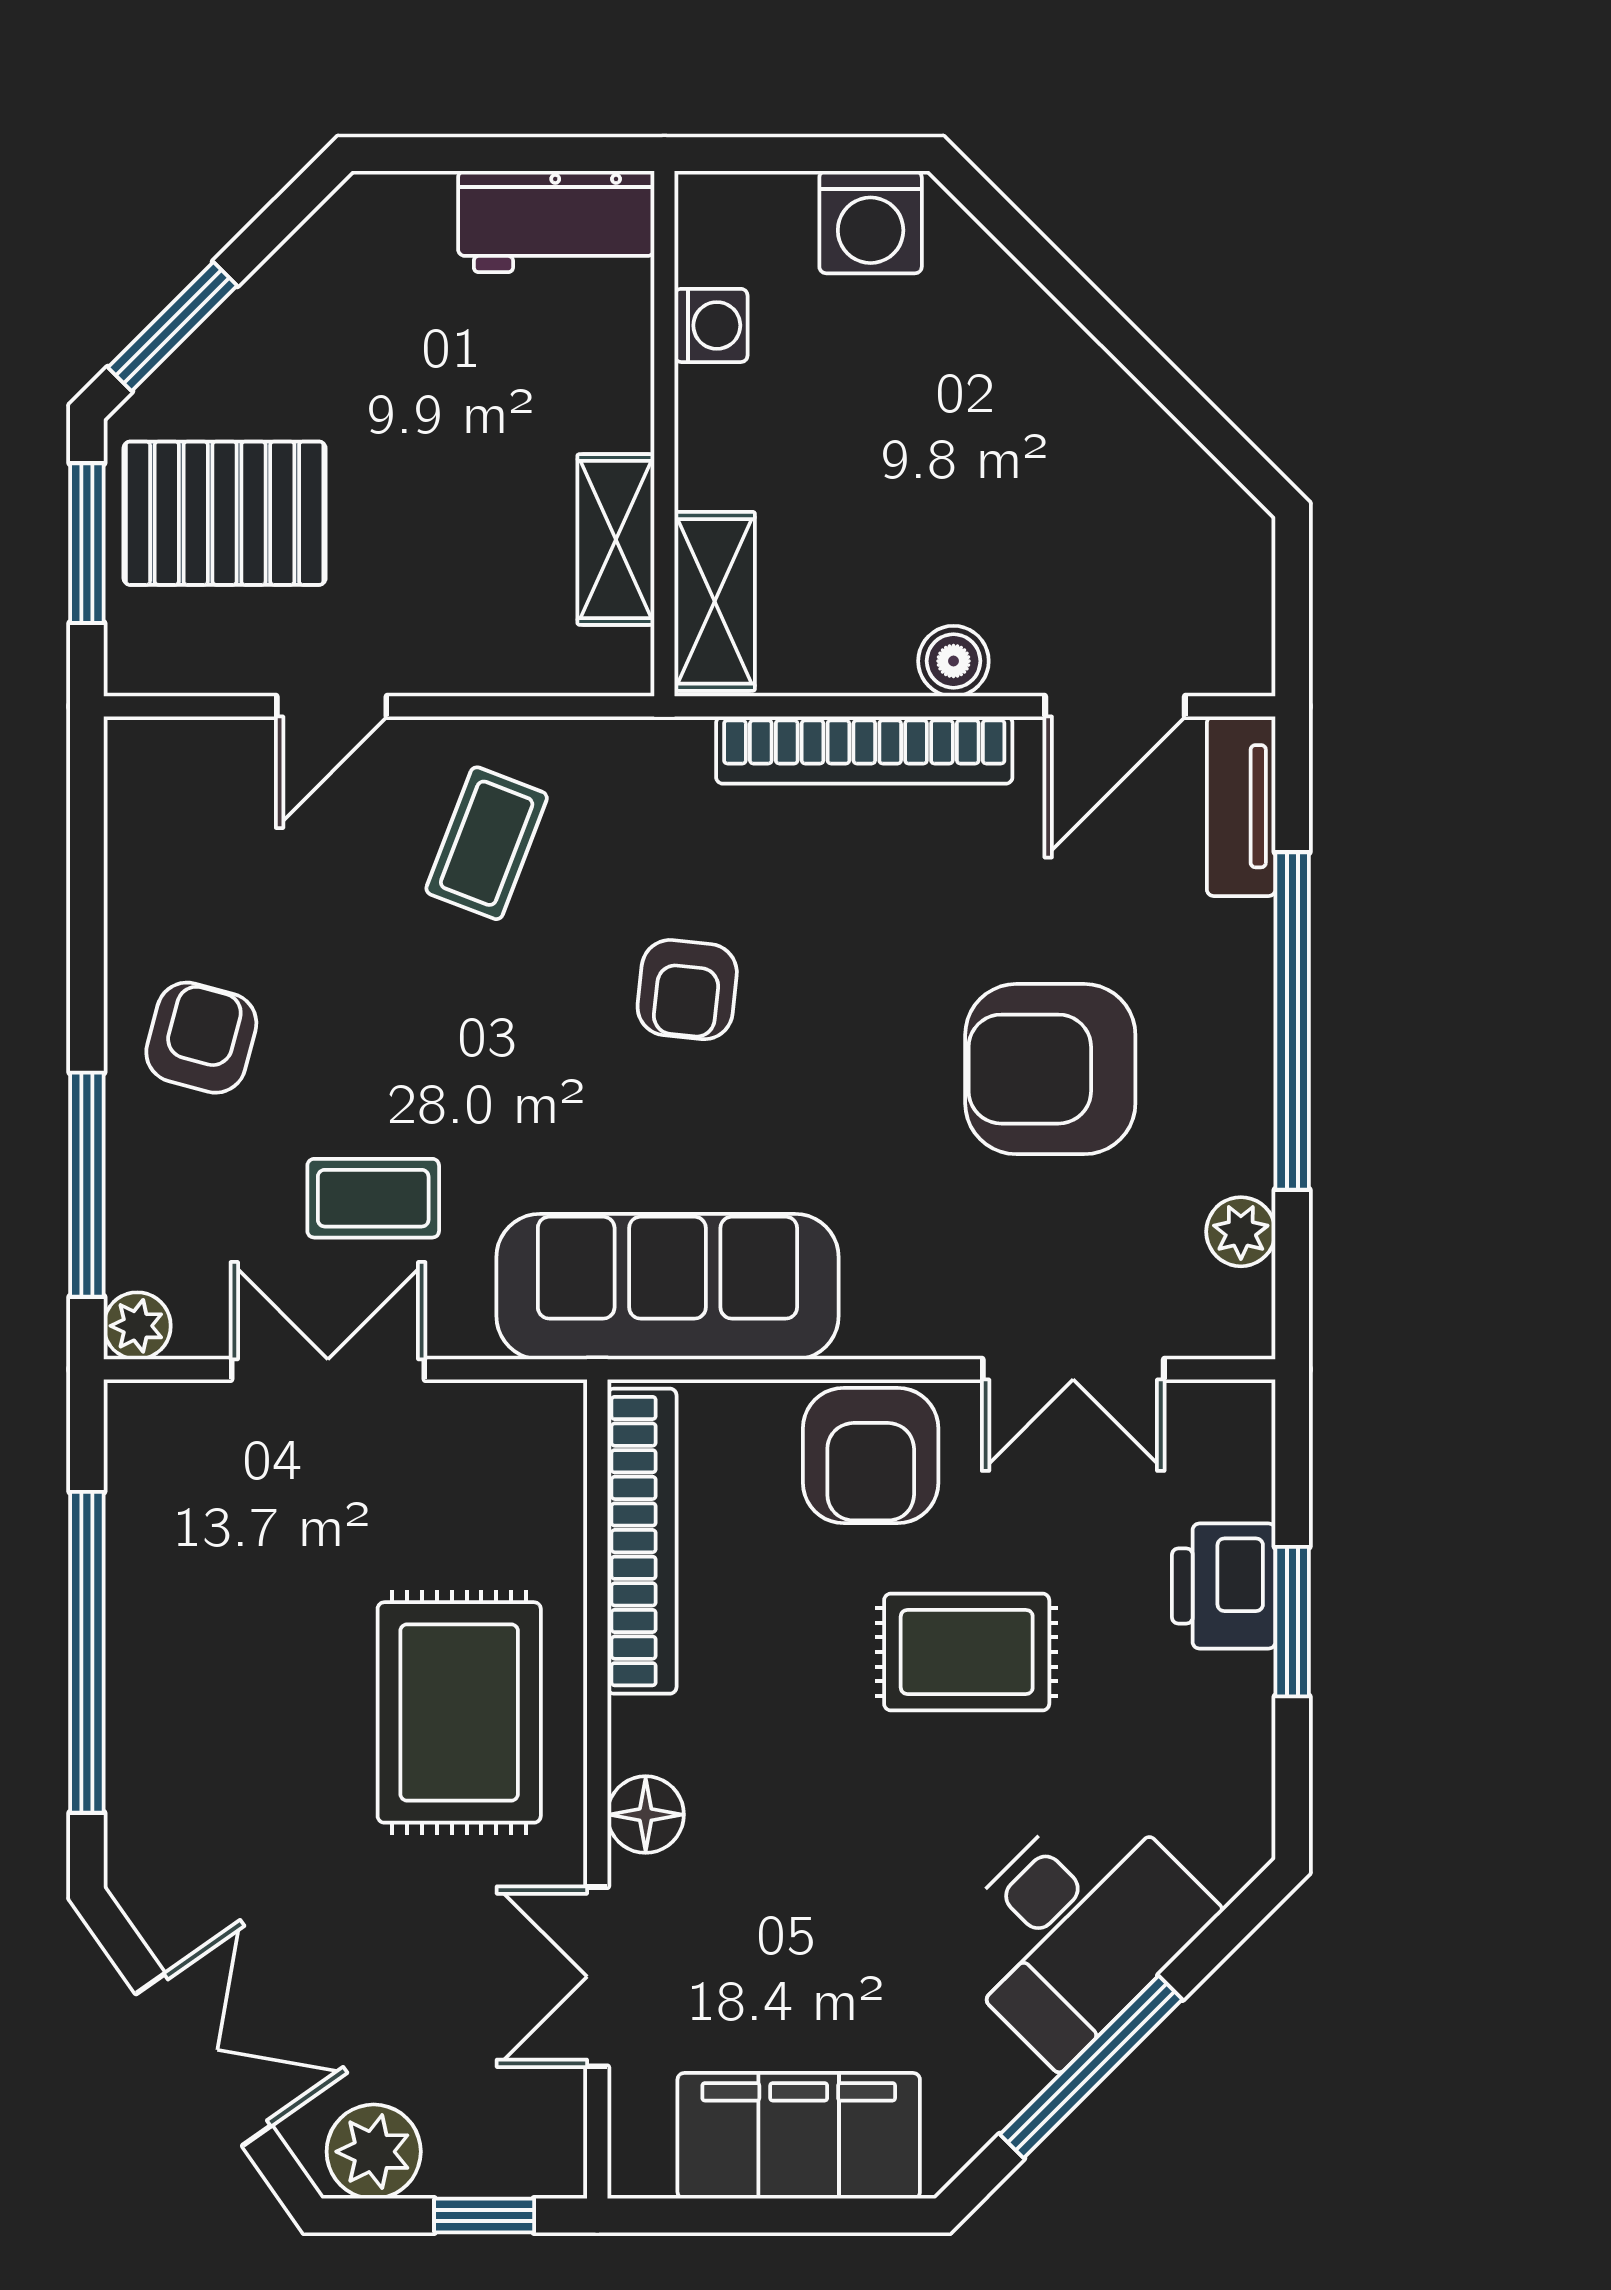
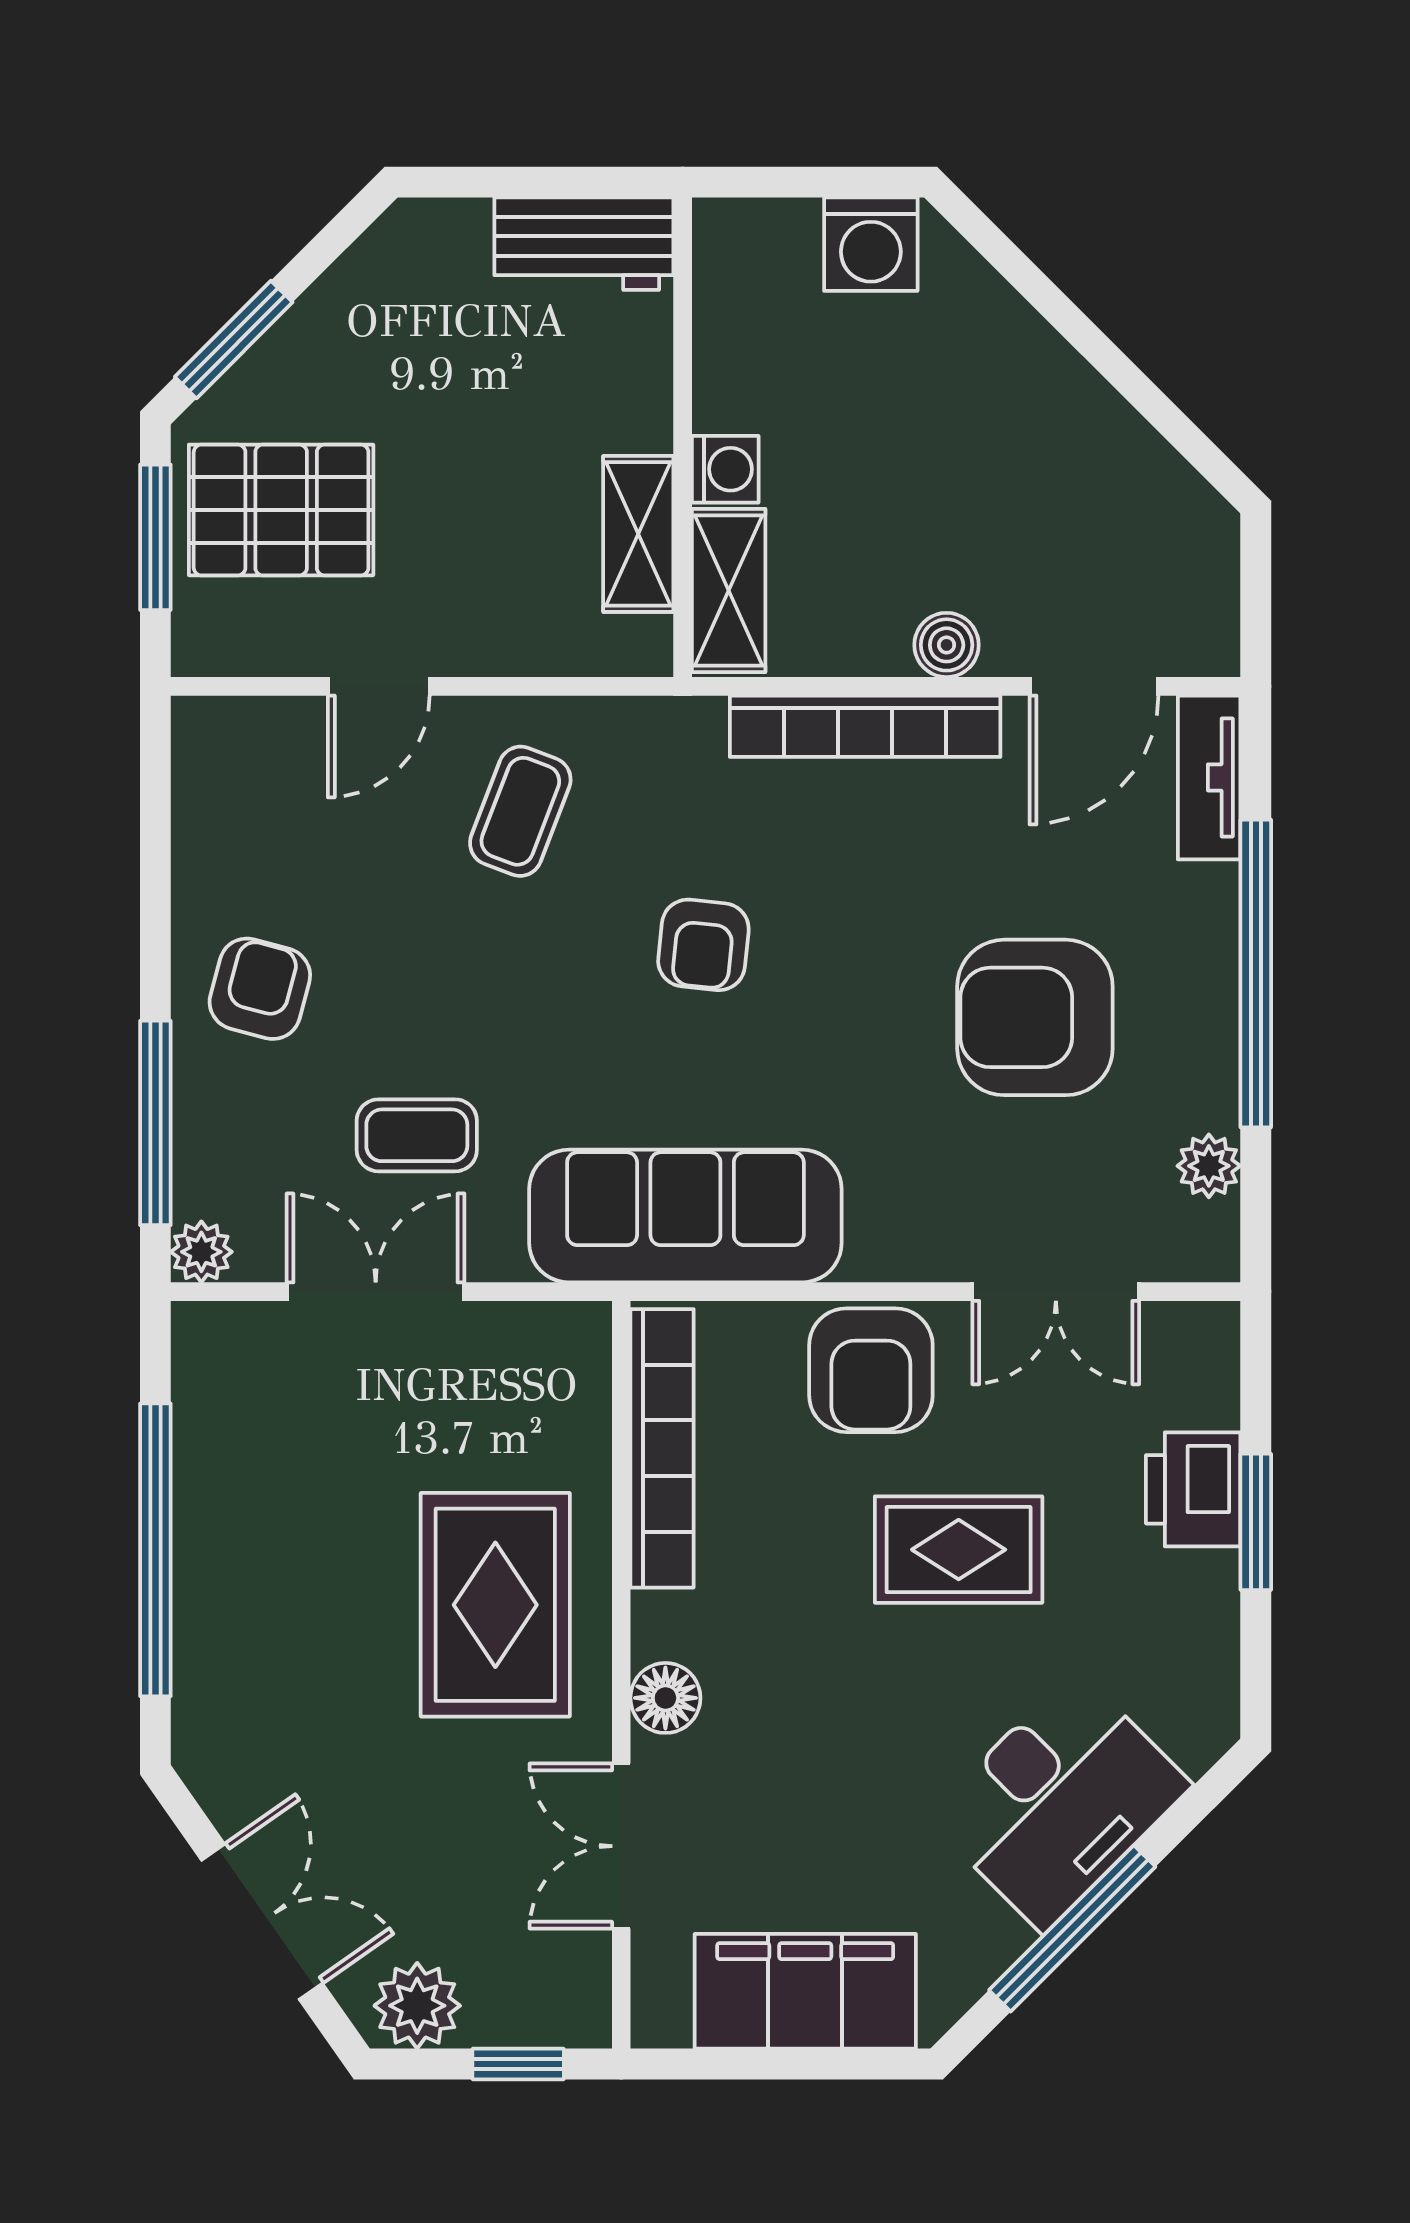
washing machine: (711, 325) -> (725, 469), moved

